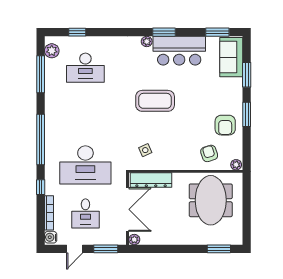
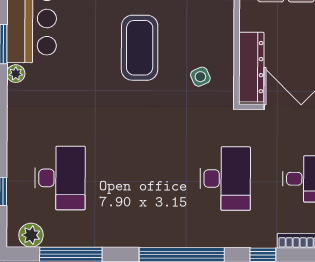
coffee table: (155, 101) -> (140, 48), moved
desk: (85, 165) -> (225, 179), width x0.73, depth x0.77

